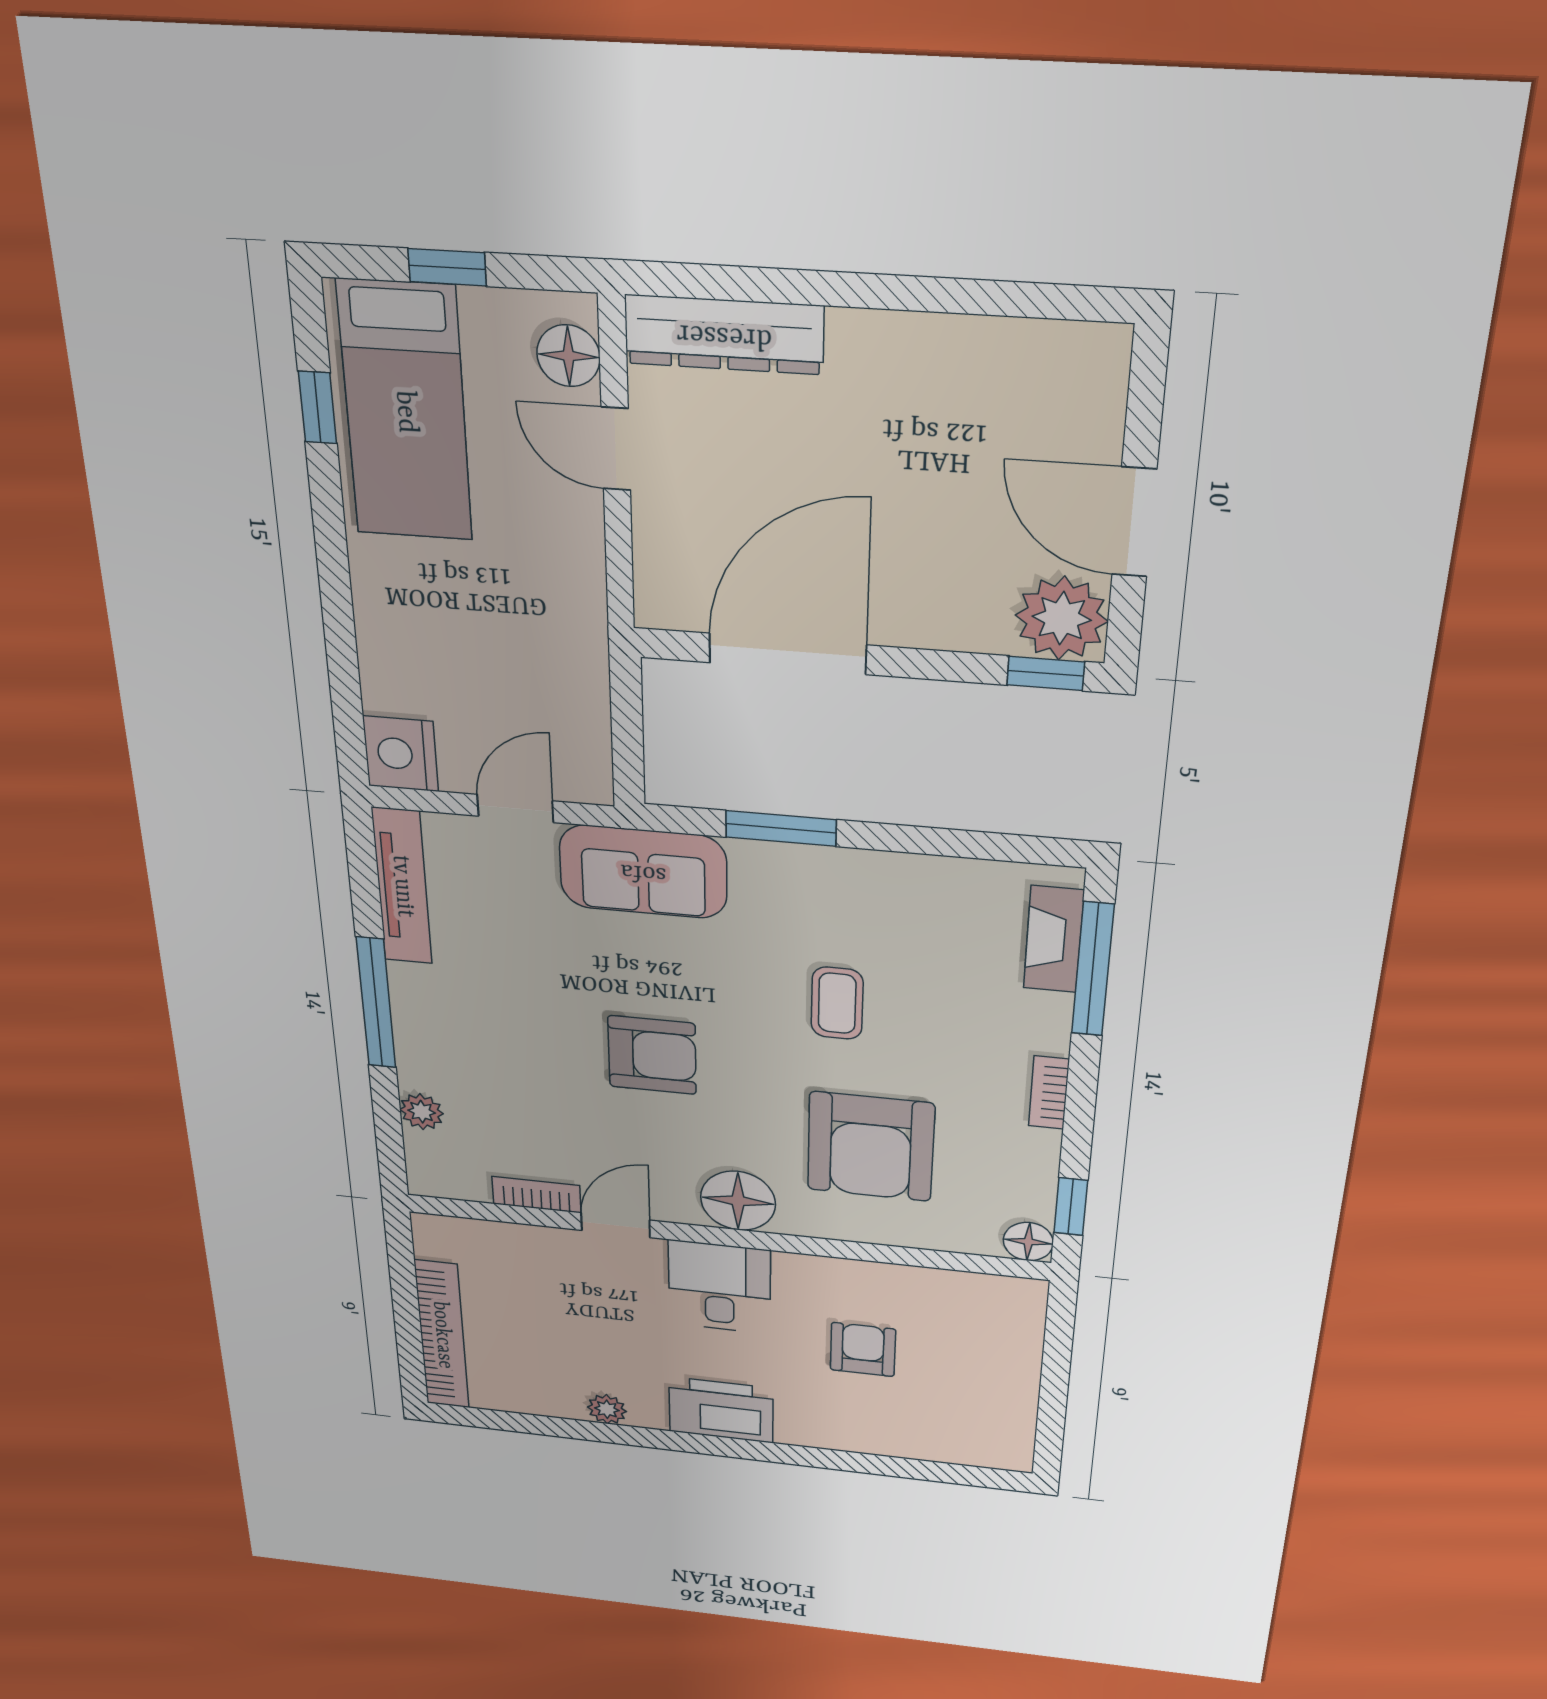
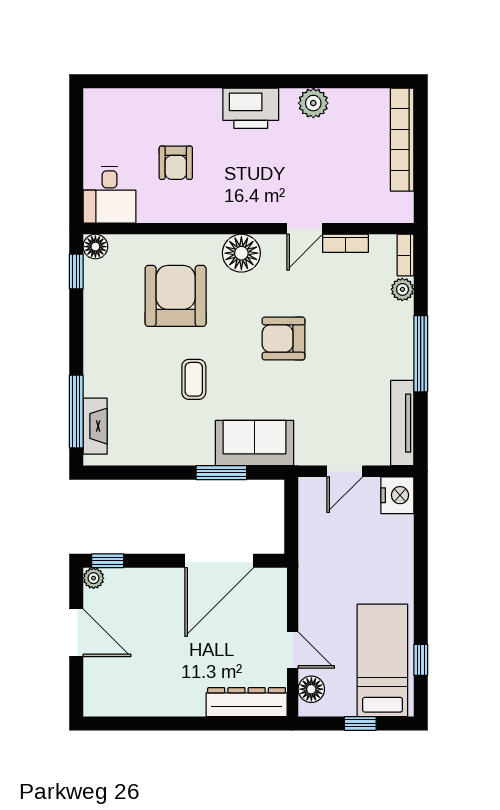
plant: (1062, 618) -> (94, 578), width x0.53, depth x0.53
sofa: (643, 872) -> (254, 443), moved
bookcase: (1049, 1093) -> (406, 255), moved, turned 180
desk: (719, 1287) -> (110, 195), moved
plant: (607, 1409) -> (313, 103), width x1.38, depth x1.38

